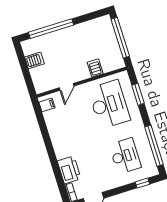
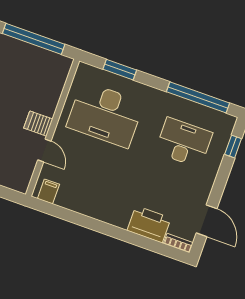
server rack: (95, 68) -> (38, 124), moved
desk: (109, 104) -> (105, 115), turned 180

